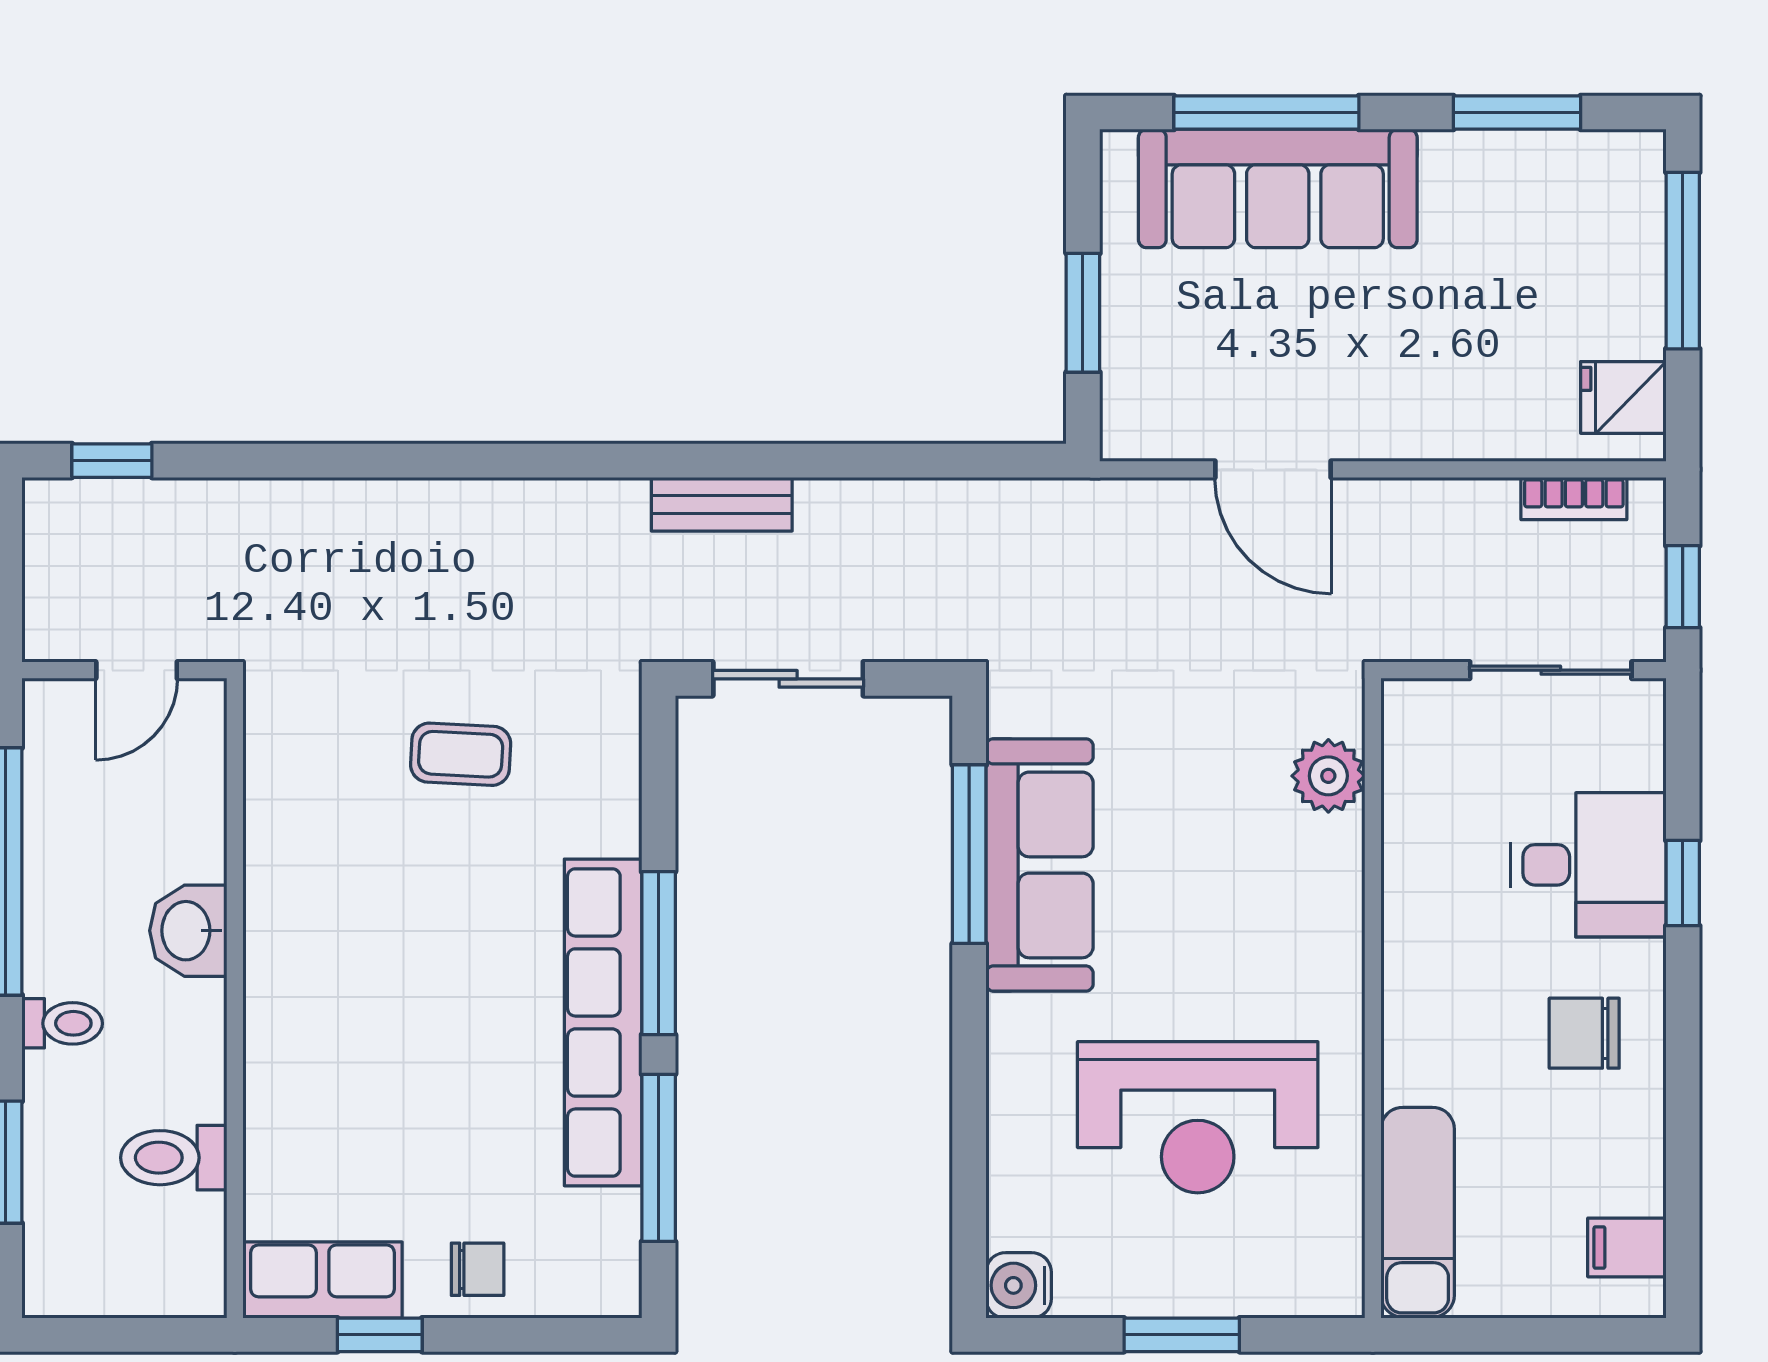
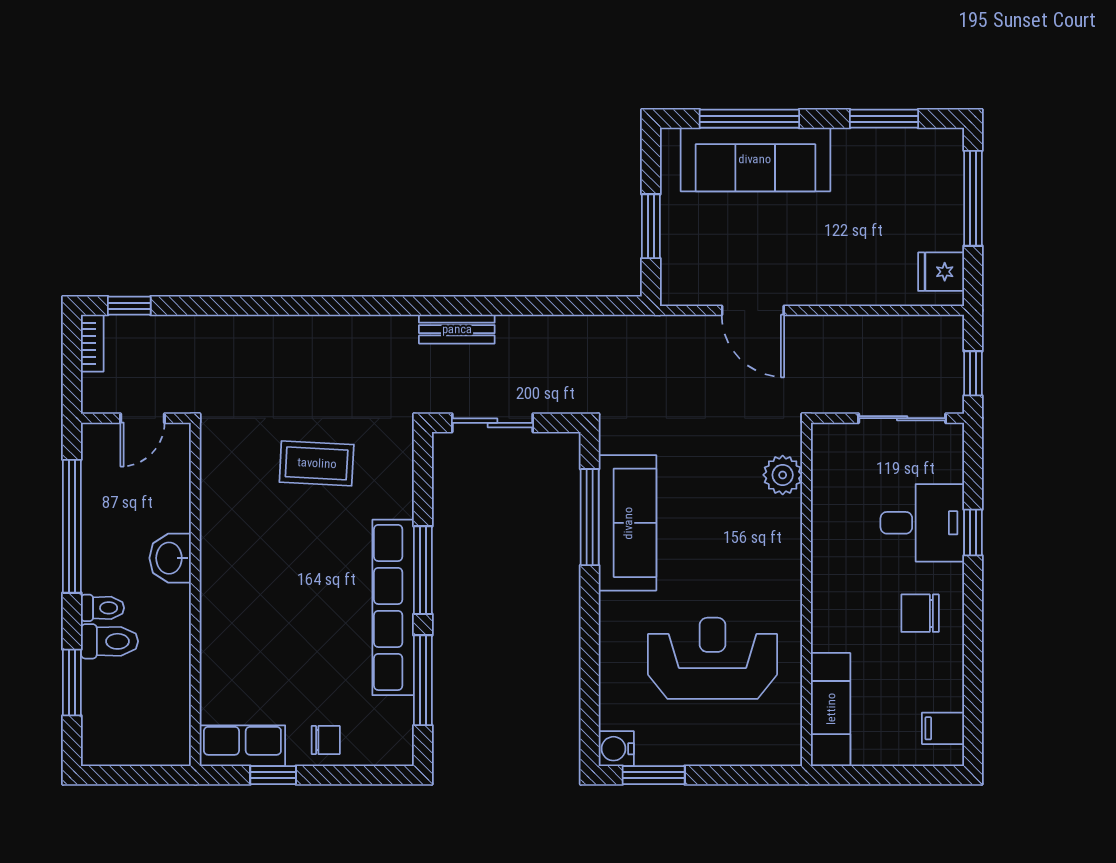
bookcase: (1574, 499) -> (92, 343), moved, turned -90
coffee table: (461, 754) -> (317, 463), width x1.36, depth x1.30
reception desk: (1198, 1117) -> (712, 658), turned 180
toilet: (174, 1158) -> (110, 641), moved, turned 180
window: (1182, 1335) -> (654, 775), moved

